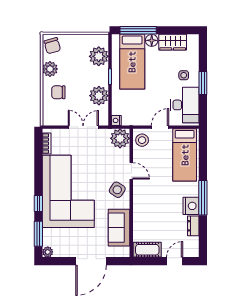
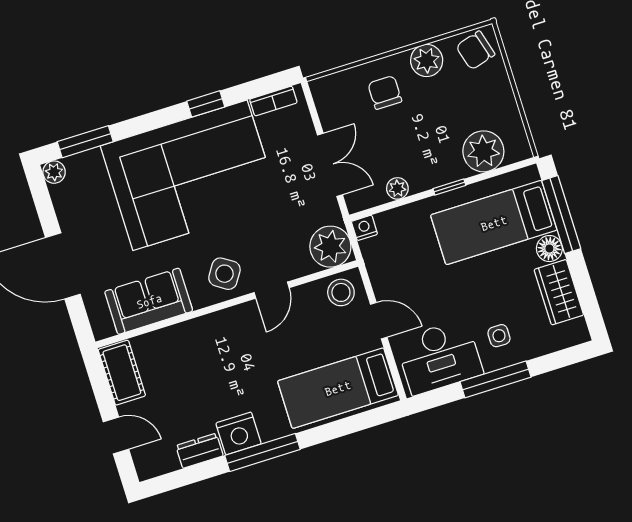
window: (203, 83) -> (495, 379), width x1.44
plant: (99, 96) -> (397, 188), width x0.53, depth x0.53
window: (38, 204) -> (206, 104), moved

